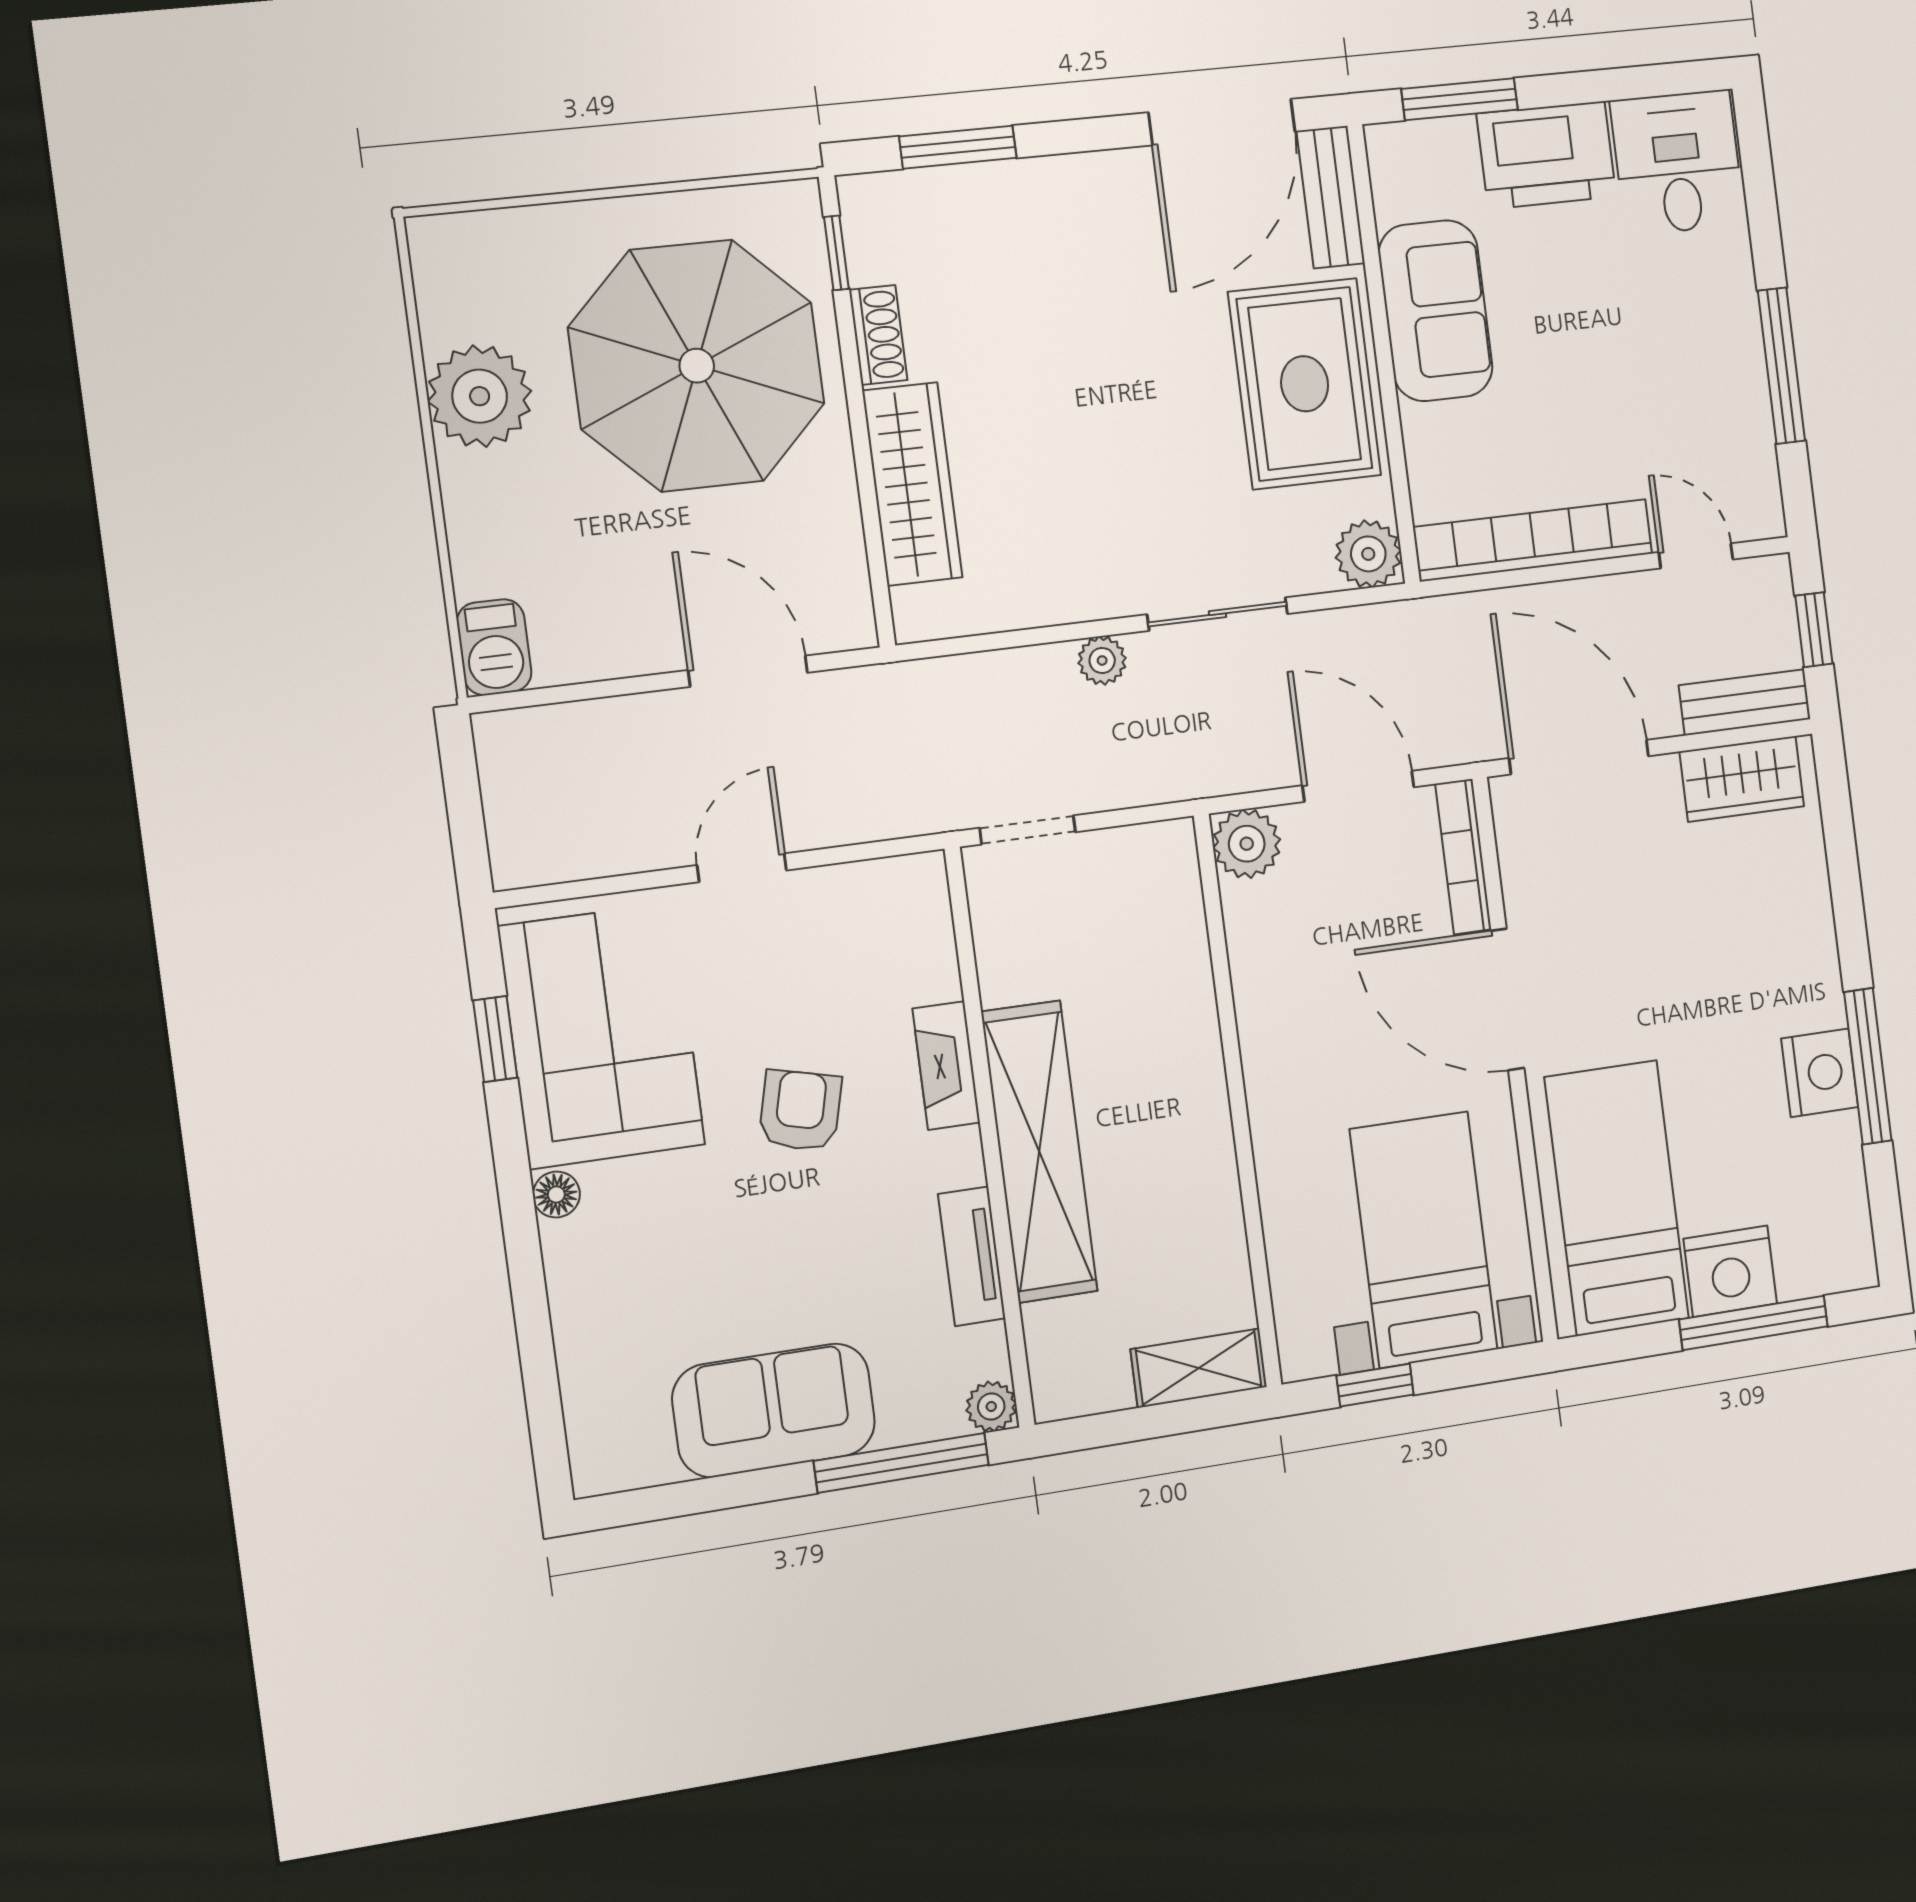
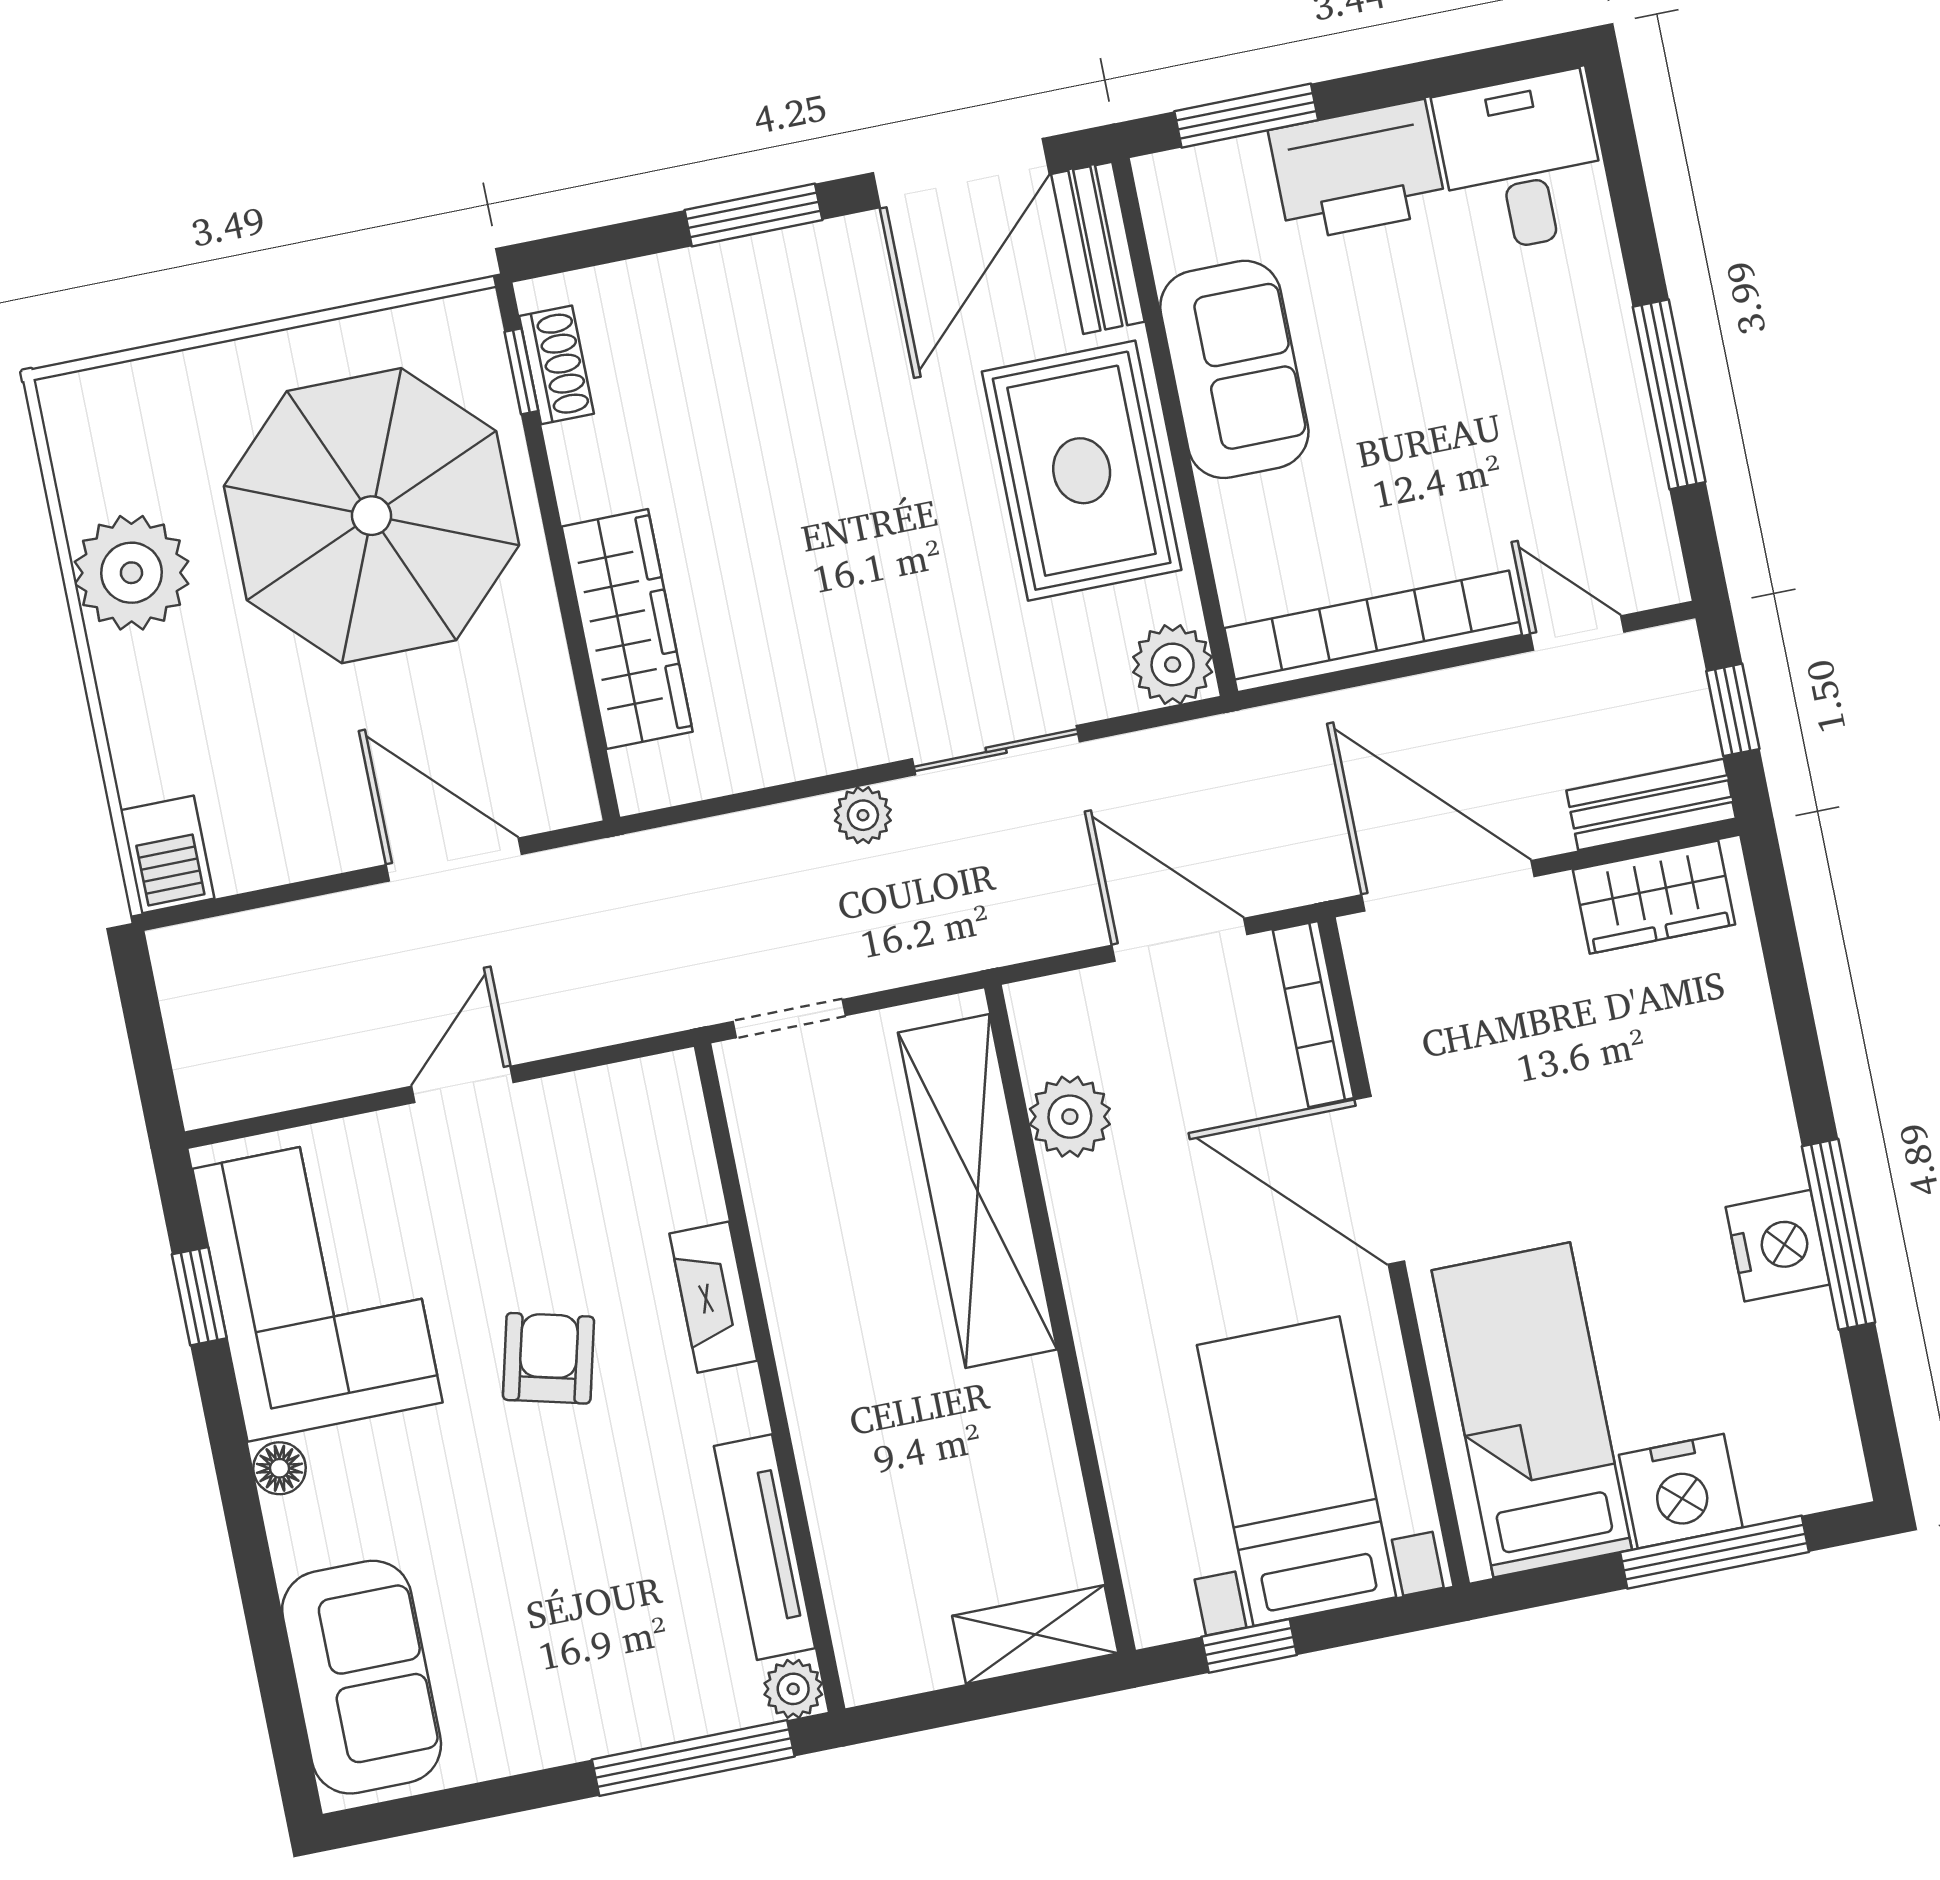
window: (958, 147) -> (753, 215), moved
shoe rack: (878, 335) -> (557, 365), moved
plant: (1247, 844) -> (1070, 1117), moved
shelving: (1039, 1152) -> (977, 1191), moved
tv unit: (972, 1256) -> (764, 1547), width x1.41
sofa: (774, 1410) -> (362, 1677), moved, turned 90

